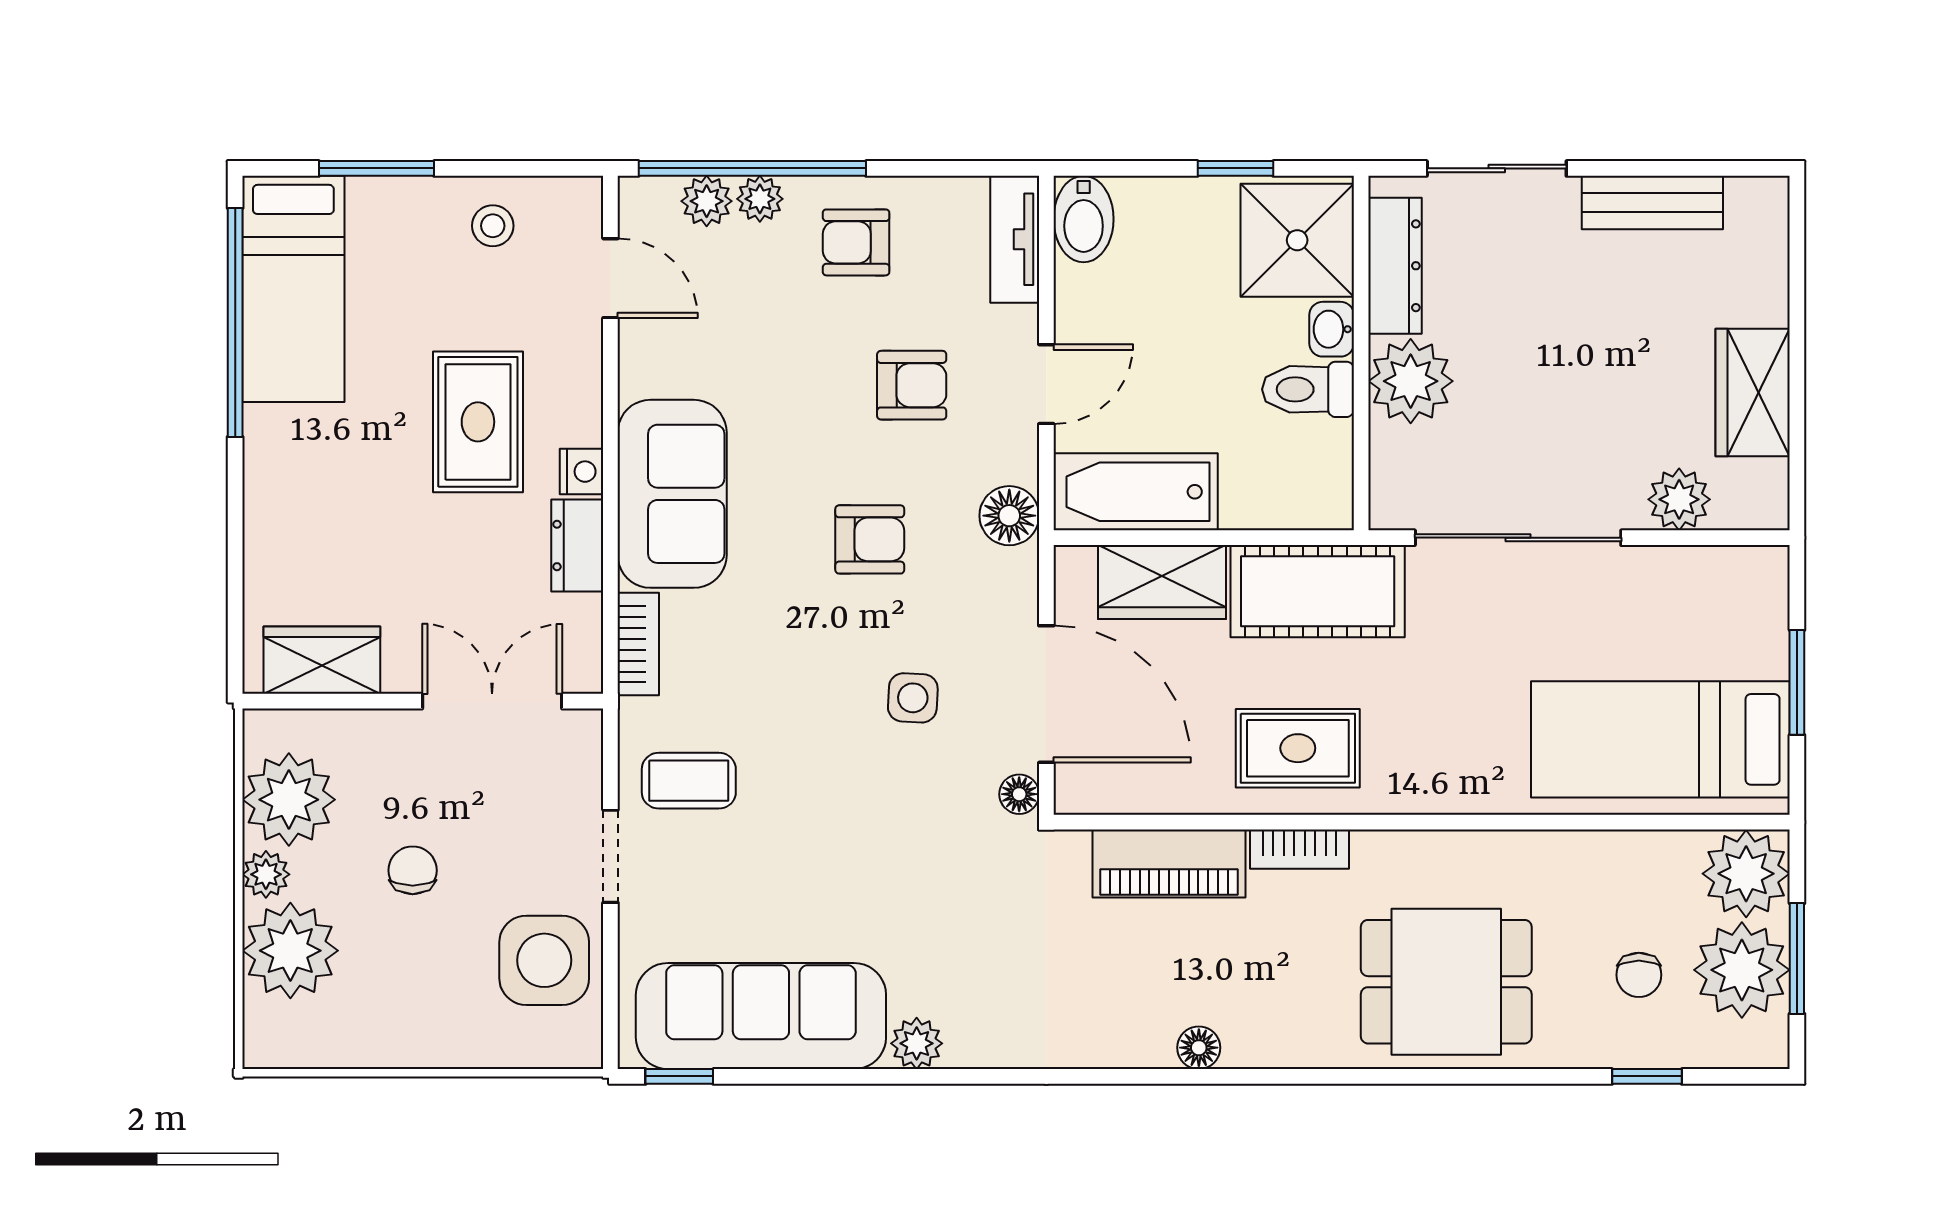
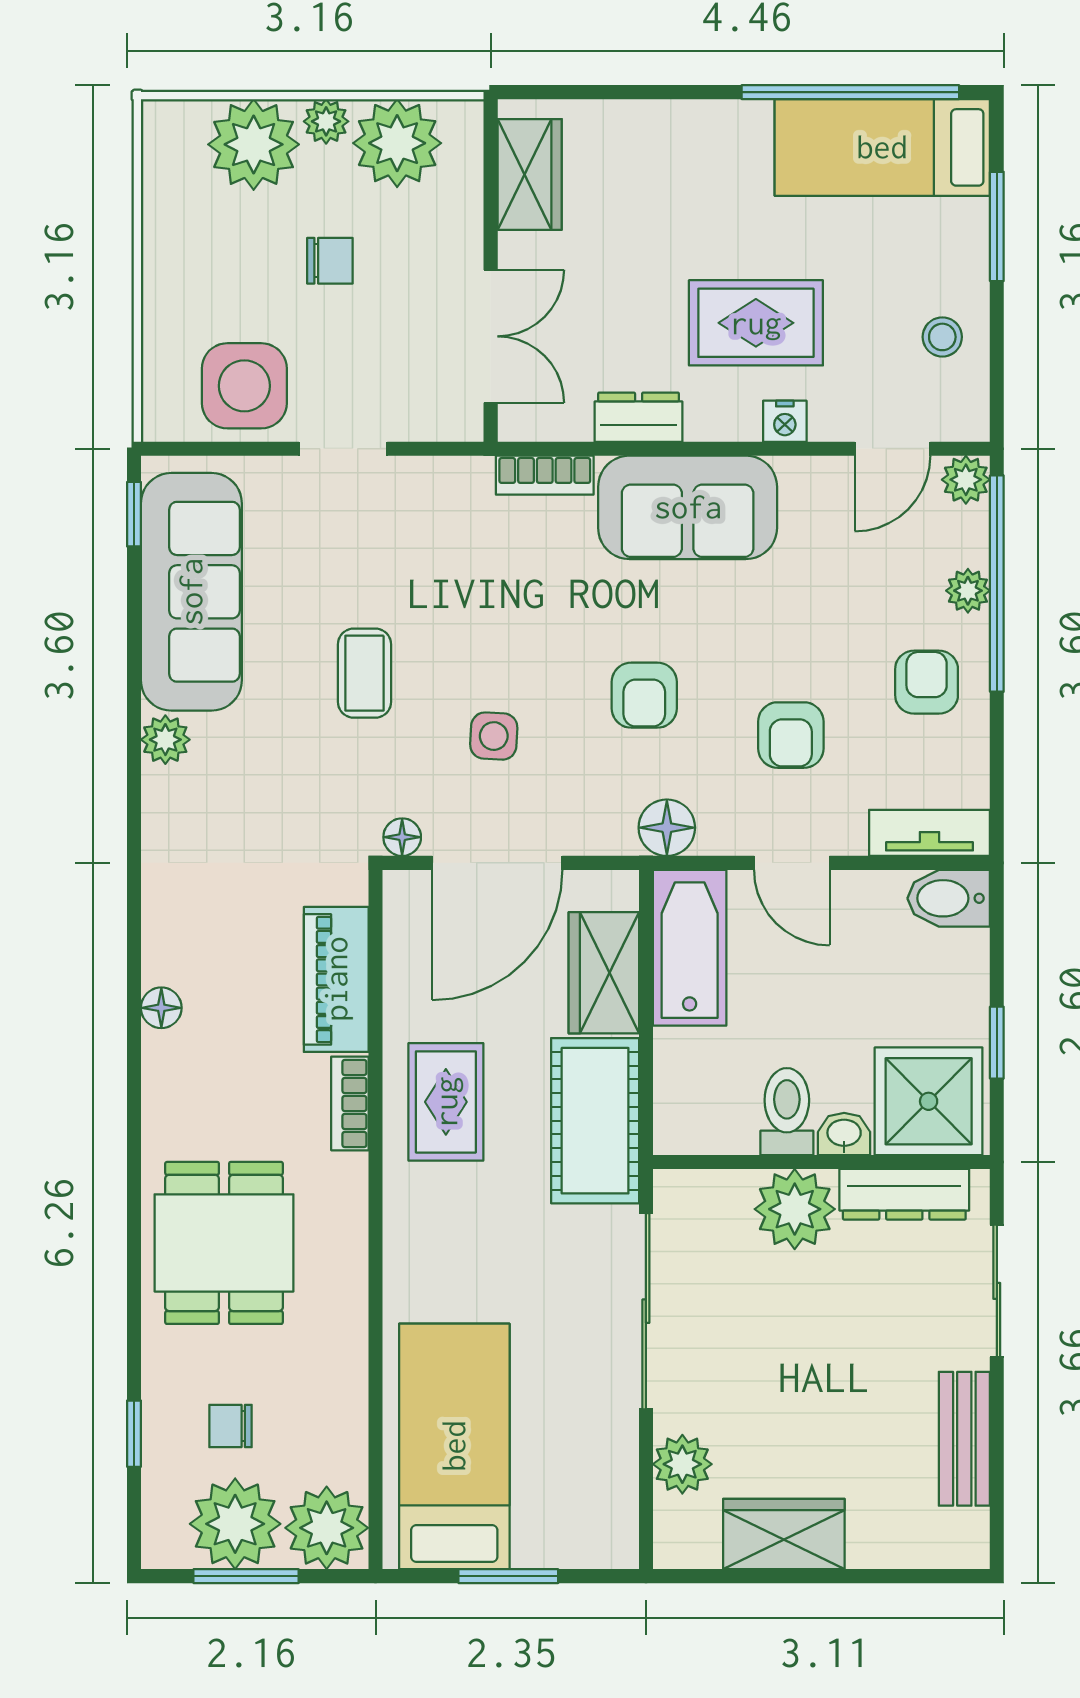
plant: (707, 201) -> (966, 480), moved
nightstand: (582, 472) -> (785, 421), moved
coffee table: (689, 781) -> (364, 673), moved

